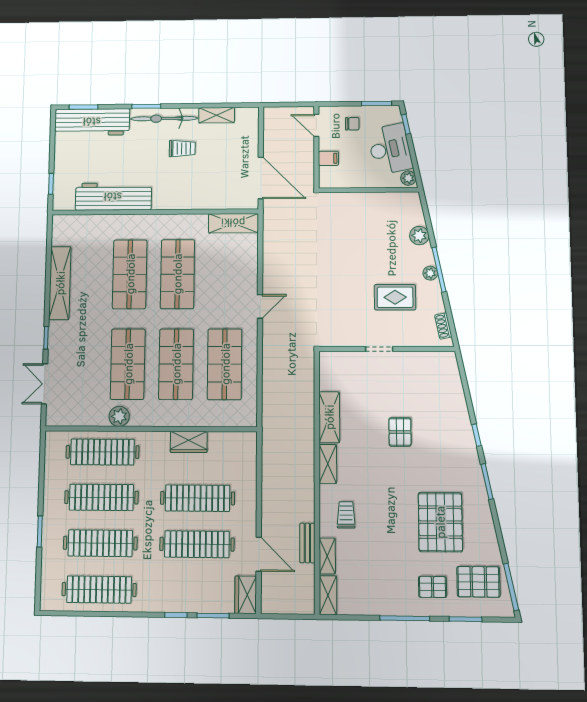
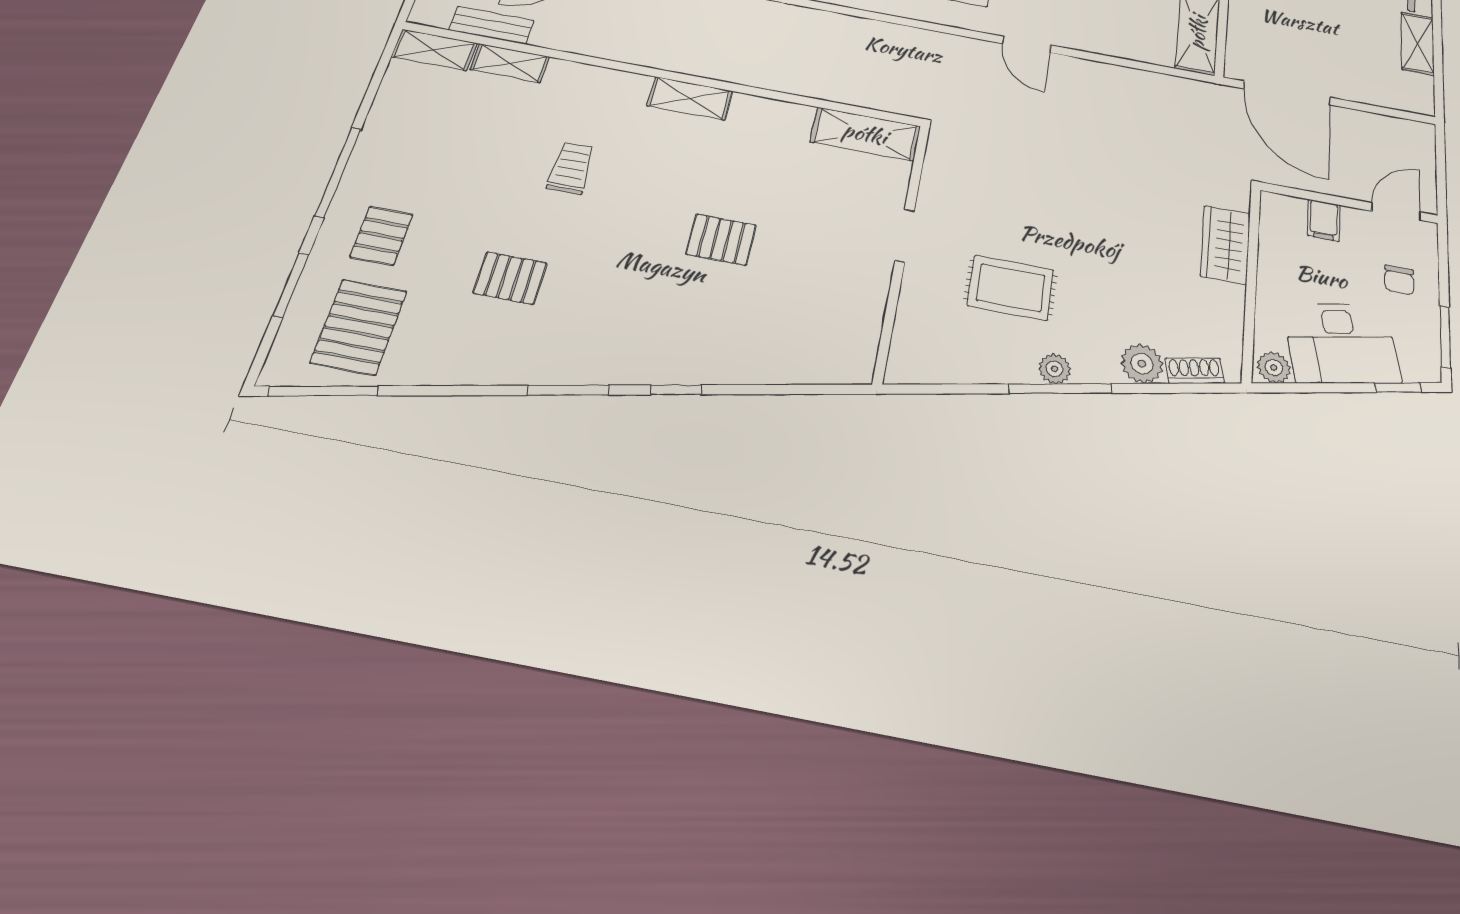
door: (261, 178) -> (1287, 93), hinge flipped
wardrobe: (351, 203) -> (1225, 245), added
rug: (395, 297) -> (1011, 288), turned 90
shoe rack: (443, 326) -> (1194, 371), moved
shelving: (329, 417) -> (865, 134), moved
trolley: (346, 515) -> (571, 168), moved, turned -90
pallet: (440, 522) -> (510, 278), width x0.49, depth x0.50
bench: (307, 543) -> (491, 25), moved

